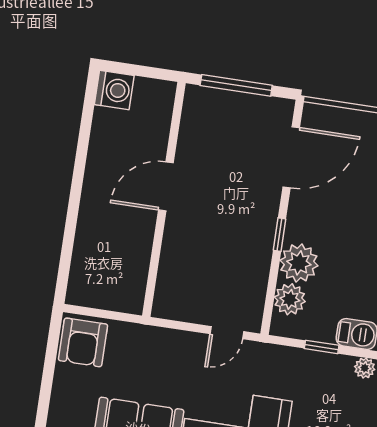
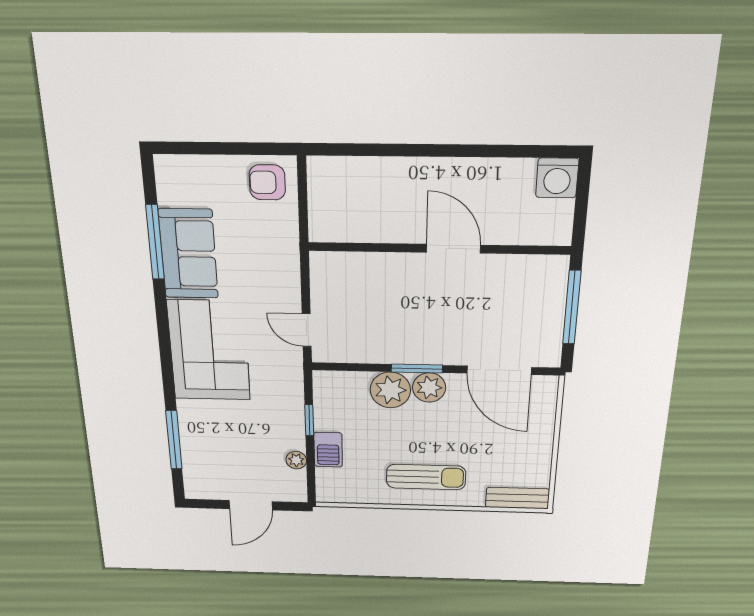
window: (280, 235) -> (417, 368), width x1.50
plant: (290, 299) -> (429, 388), moved
armchair: (83, 342) -> (267, 182), width x0.72, depth x0.72

